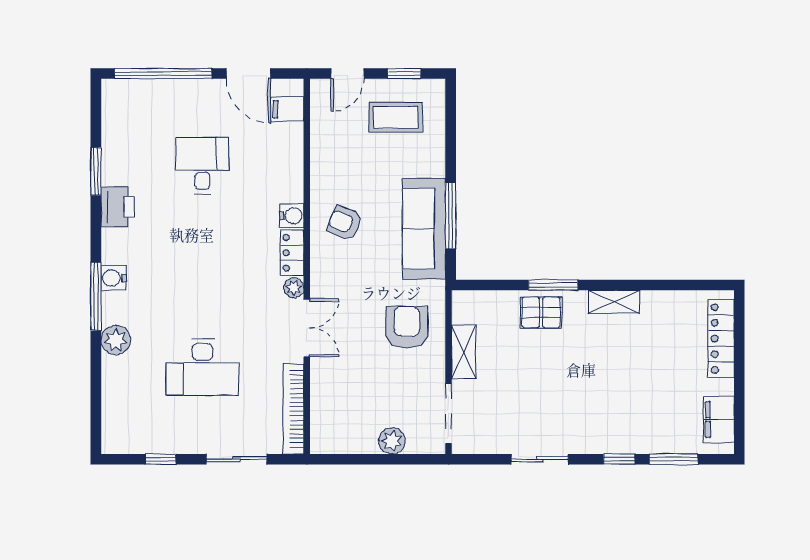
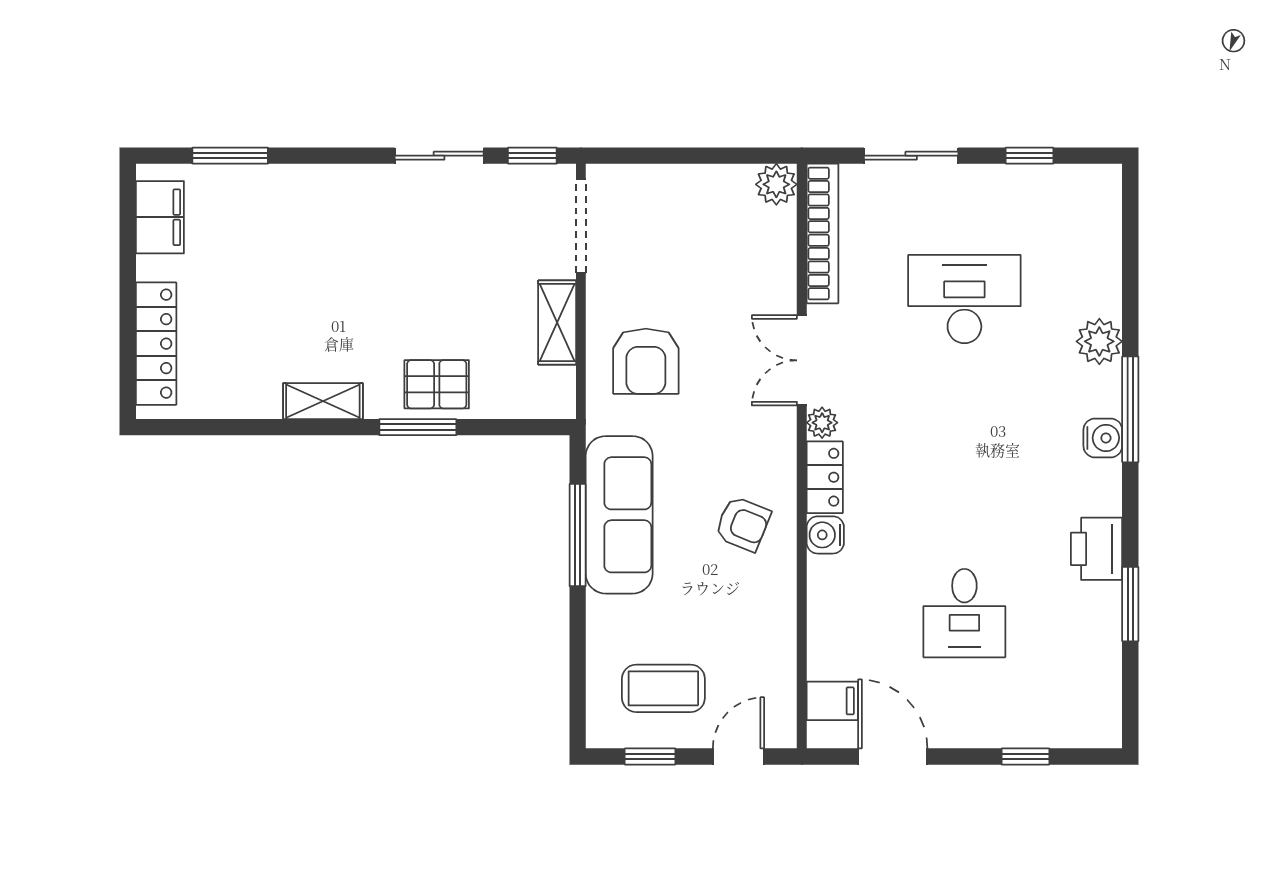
window: (163, 74) -> (1025, 757), width x0.32
plant: (392, 441) -> (776, 184), moved
window: (619, 459) -> (532, 156), moved

